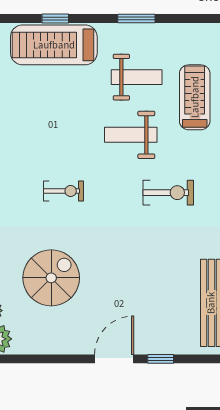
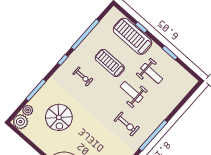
treadmill: (195, 97) -> (110, 63), moved, turned -90
exercise bike: (63, 191) -> (83, 76), moved
spiral stairs: (51, 278) -> (59, 117), turned 90

